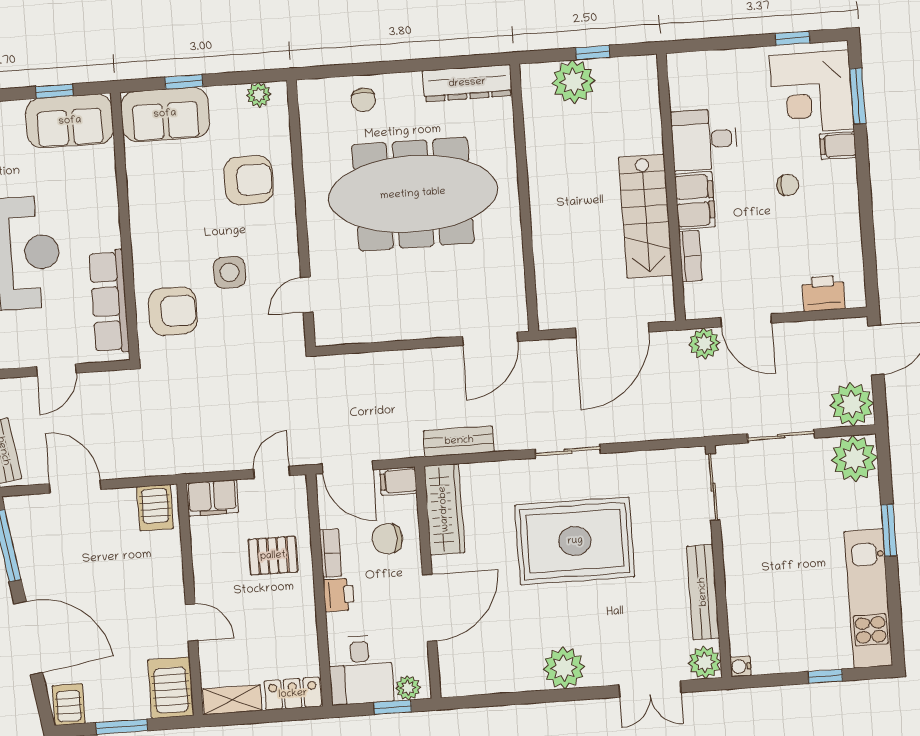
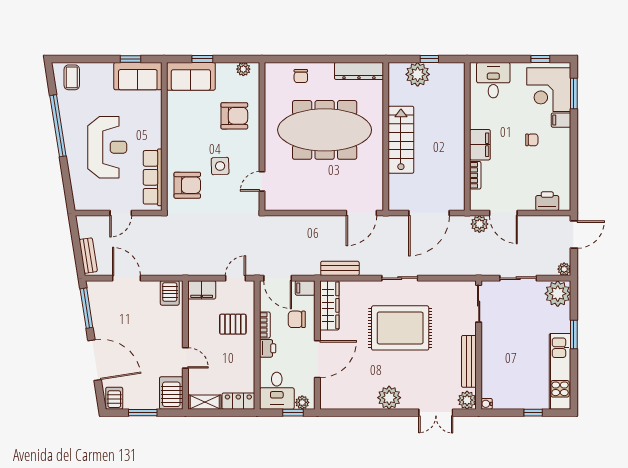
desk: (704, 140) -> (493, 80), moved, turned 90
stairs: (646, 216) -> (401, 140), moved, turned 180
plant: (852, 404) -> (564, 269), width x0.53, depth x0.53

